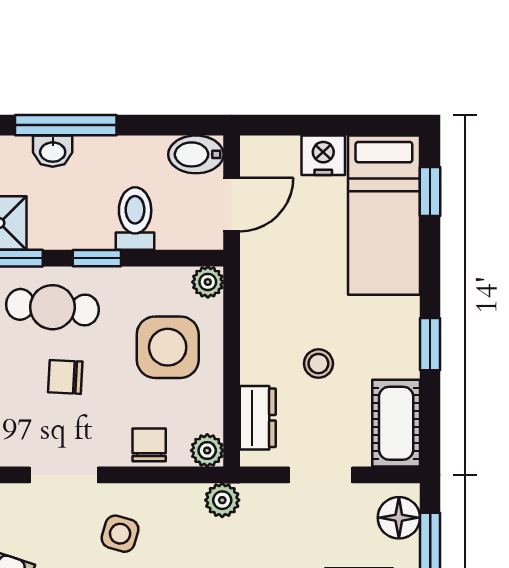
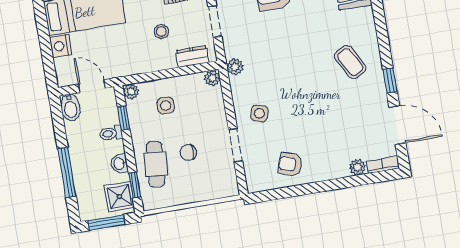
washbasin: (53, 151) -> (119, 164), moved, turned 180
toilet: (135, 219) -> (111, 133), width x0.73, depth x0.72
window: (97, 258) -> (124, 118), moved
side table: (168, 347) -> (166, 105), width x0.54, depth x0.54
chair: (65, 377) -> (188, 152), turned 87
chair: (149, 445) -> (214, 107), removed

